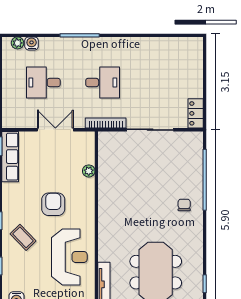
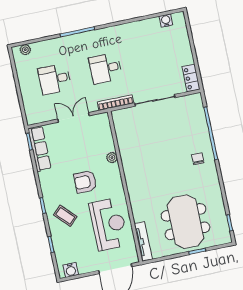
water cooler: (32, 43) -> (166, 21), moved
desk: (103, 83) -> (105, 68), turned 180
plant: (89, 171) -> (112, 158), moved
armchair: (53, 204) -> (85, 182), turned -90

